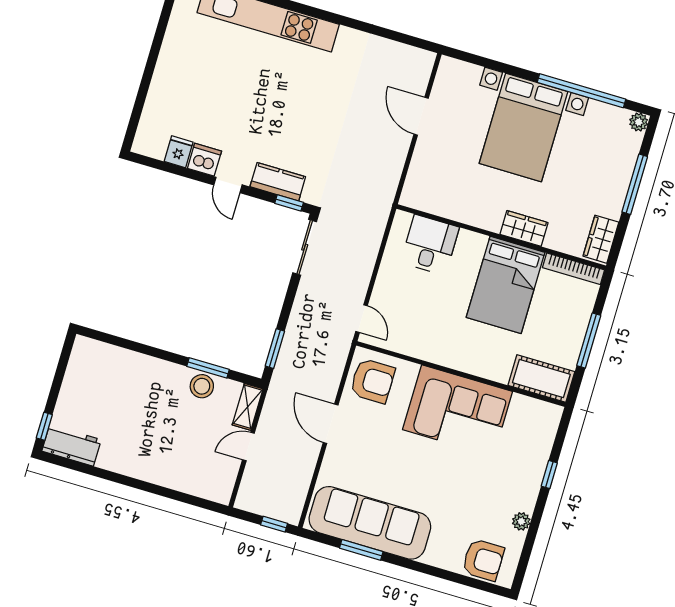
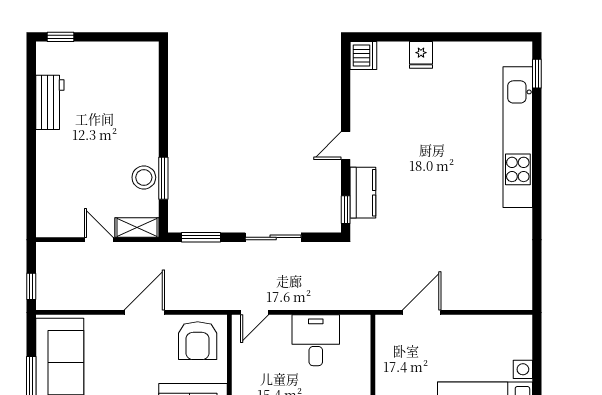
door: (421, 116) -> (422, 312), moved
fridge: (179, 152) -> (421, 55), moved, turned 90
dishwasher: (204, 160) -> (363, 55), moved
desk: (430, 245) -> (316, 340), moved, turned -90
sliding door: (305, 247) -> (273, 237), moved
workbench: (72, 445) -> (50, 102), moved

